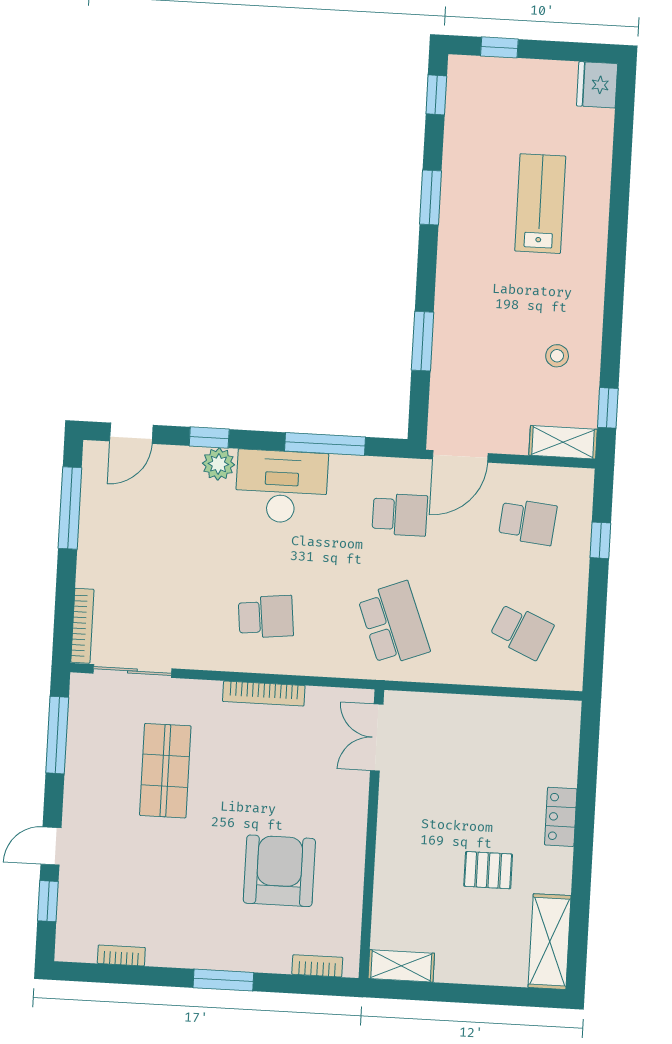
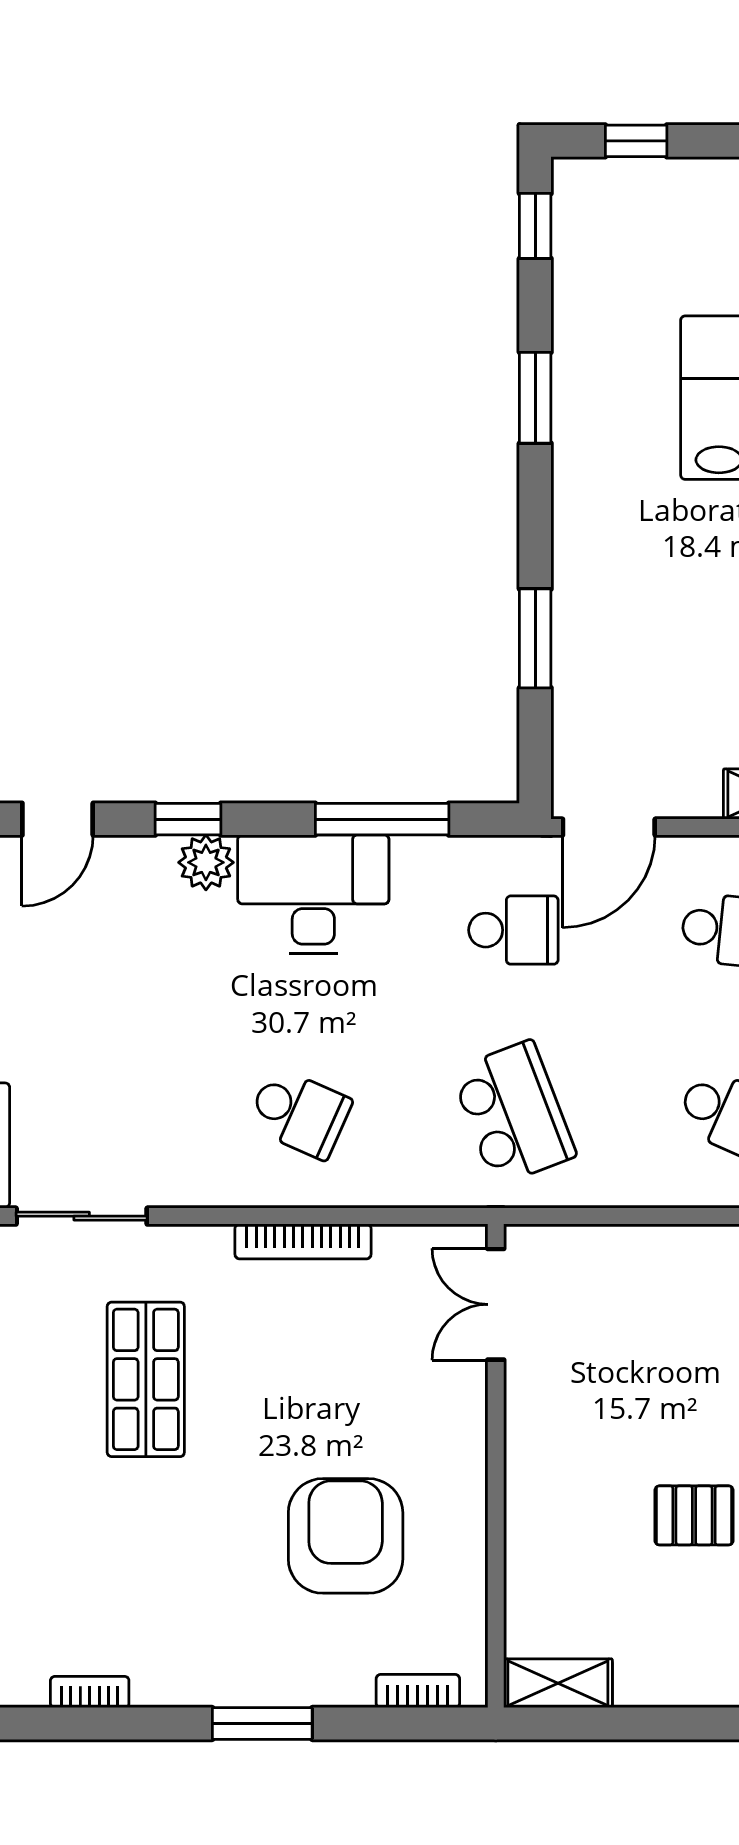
school desk: (266, 617) -> (299, 1113), turned 30

